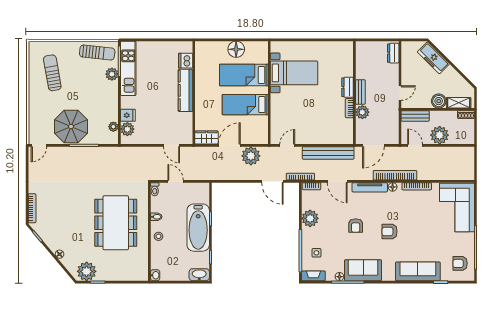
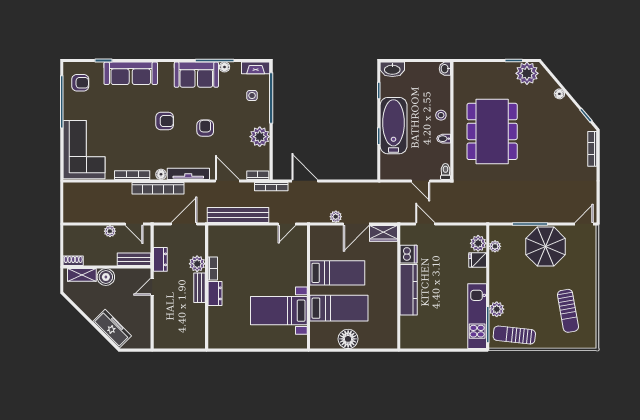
dresser: (393, 53) -> (160, 259), moved
dishwasher: (186, 61) -> (409, 254), moved
plant: (440, 135) -> (110, 231), width x0.53, depth x0.53
plant: (251, 156) -> (336, 217), width x0.53, depth x0.53

